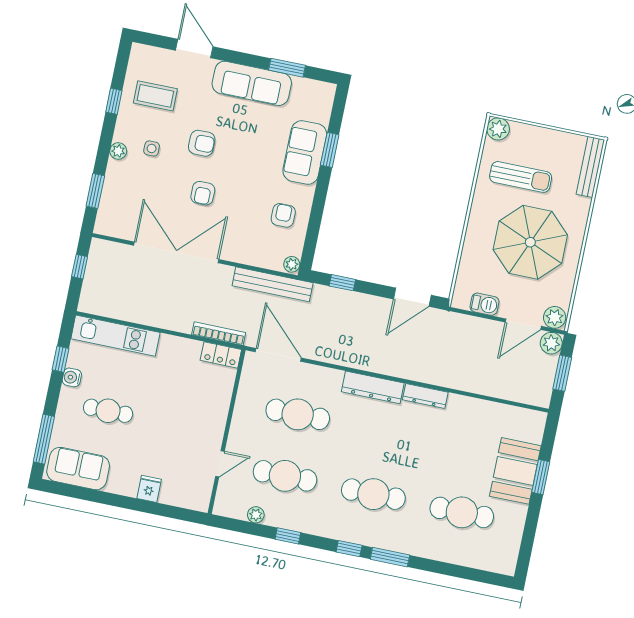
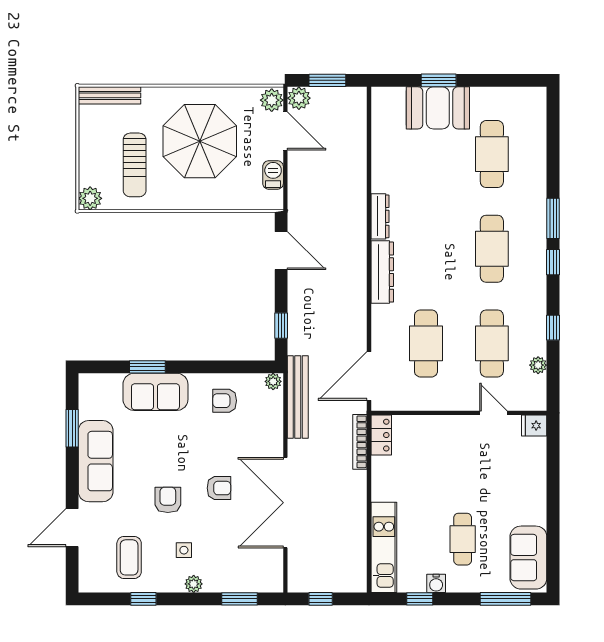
sun lounger: (521, 177) -> (135, 165), turned 180
fridge: (149, 489) -> (534, 426), moved

